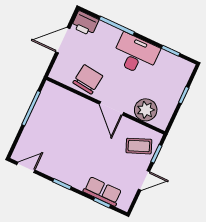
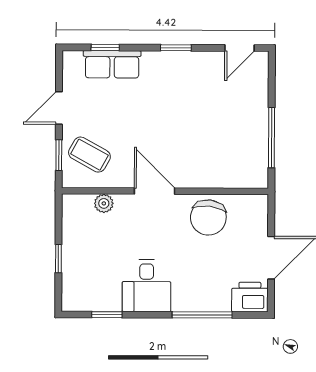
desk: (136, 54) -> (147, 286), width x0.73
plant: (146, 110) -> (104, 203), width x0.53, depth x0.53
coffee table: (139, 146) -> (89, 155), turned 51

